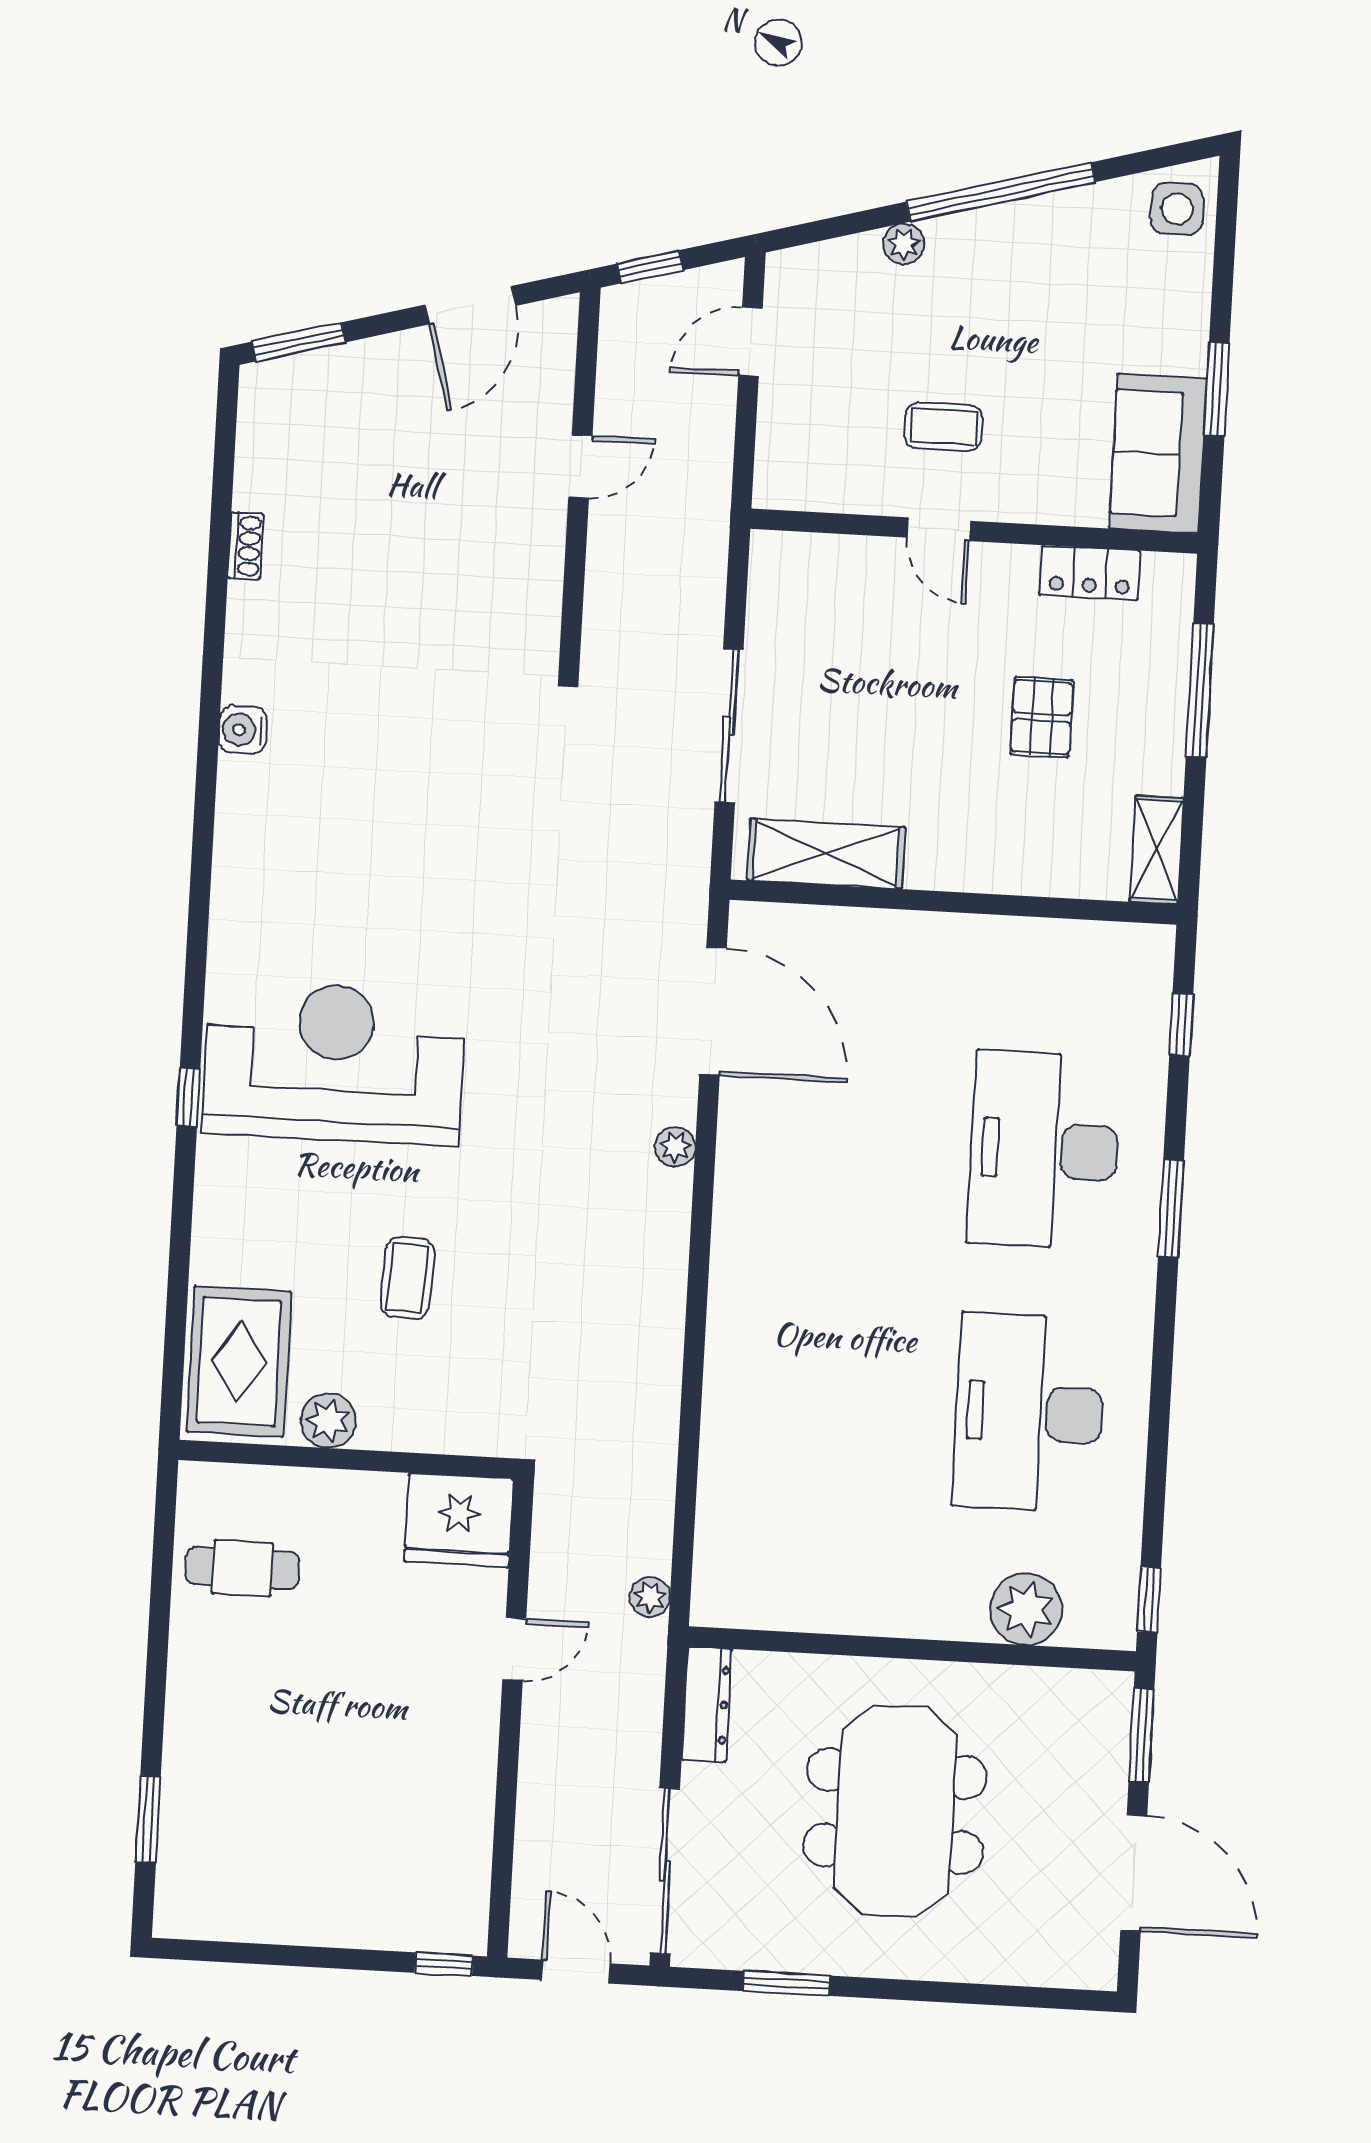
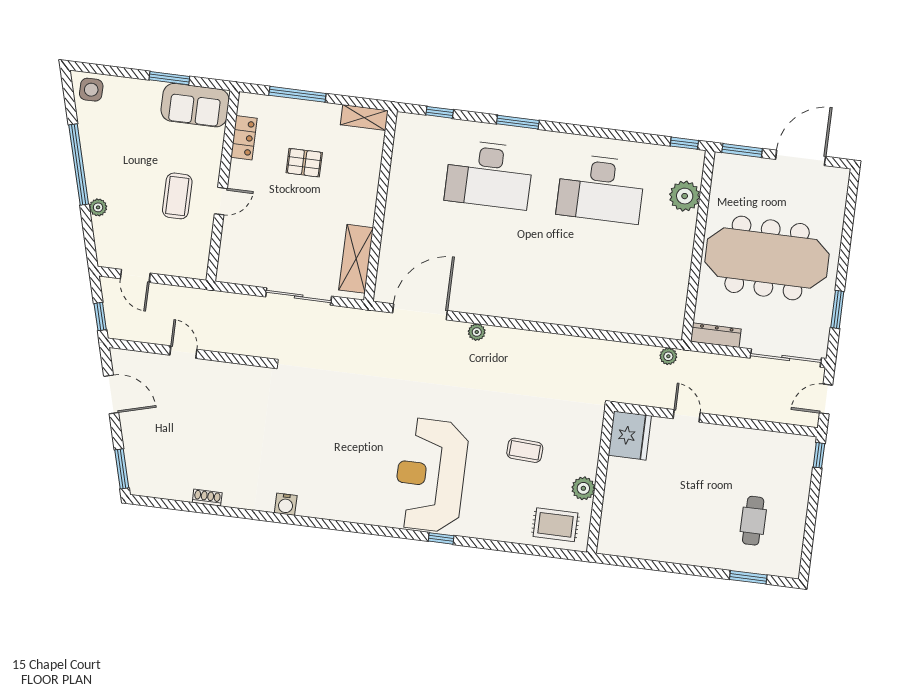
coffee table: (943, 427) -> (177, 196), width x1.36, depth x1.30
rug: (239, 1362) -> (555, 525), width x0.73, depth x0.70
cafe table: (243, 1568) -> (753, 521), moved
meeting table: (895, 1811) -> (767, 258), width x1.36

